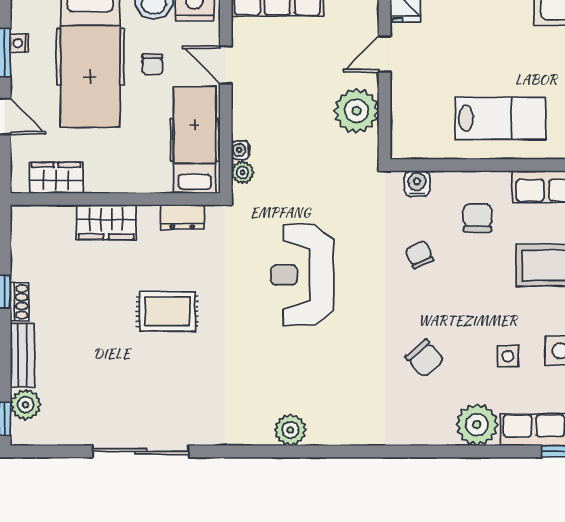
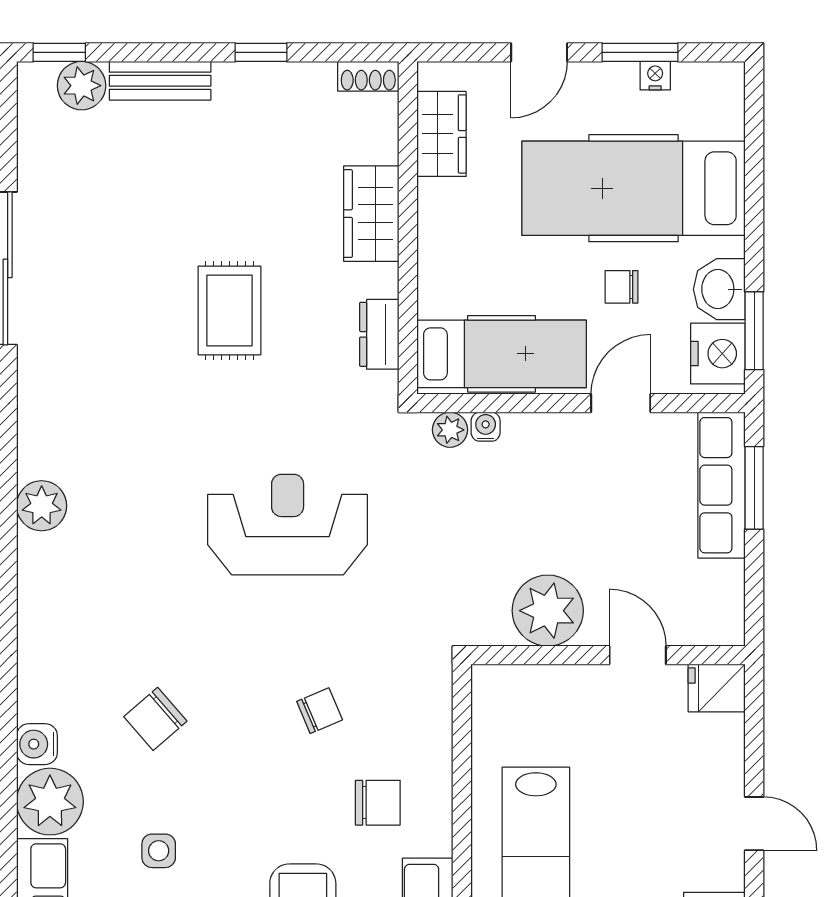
water cooler: (417, 184) -> (37, 744), moved, turned 180
shoe rack: (20, 302) -> (368, 76), moved

